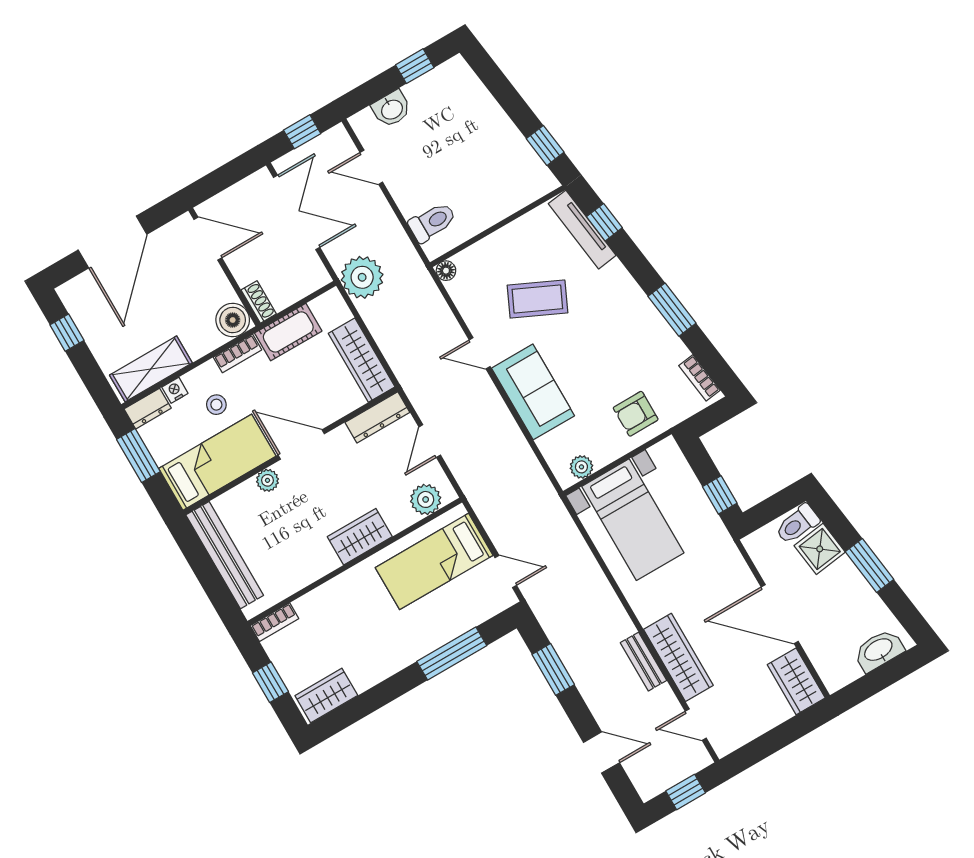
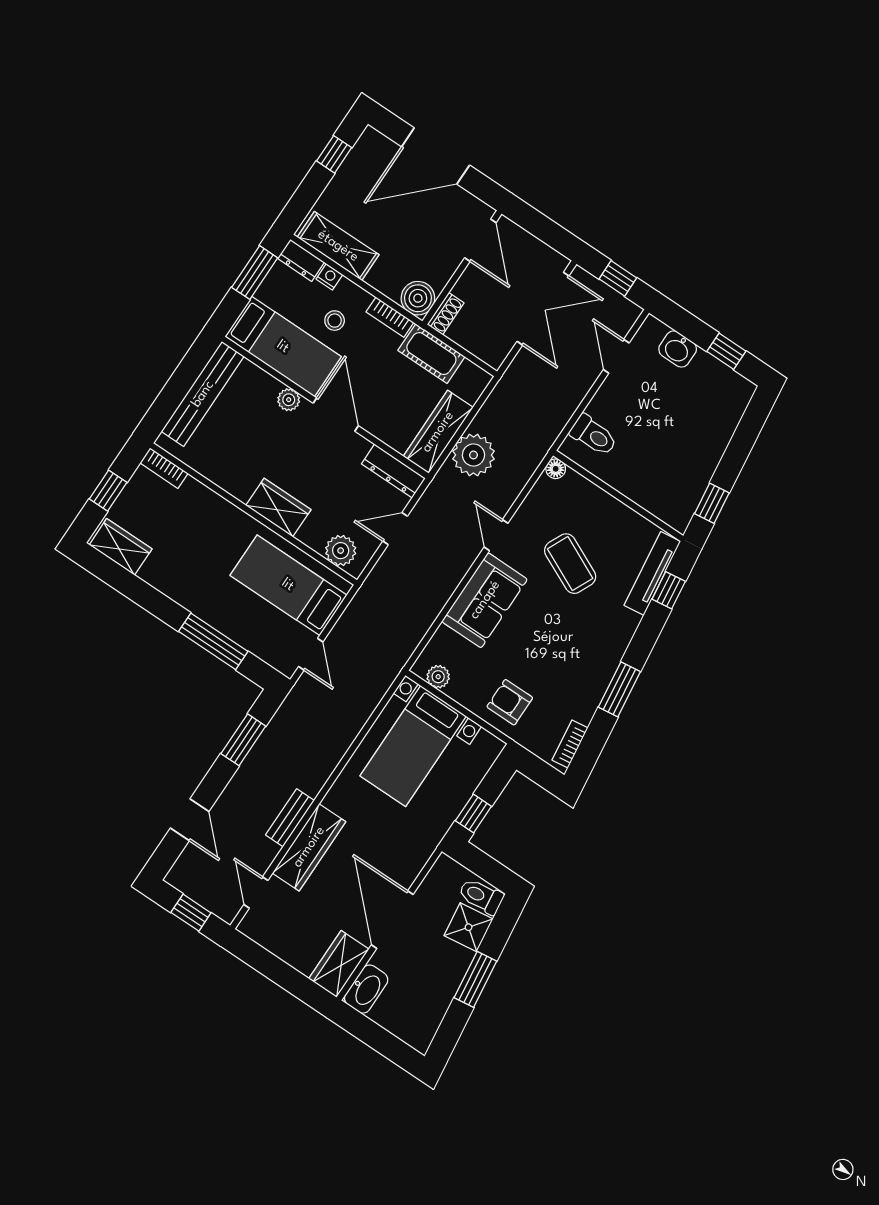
plant: (362, 277) -> (473, 455), moved
washbasin: (879, 650) -> (366, 989), moved, turned 90

